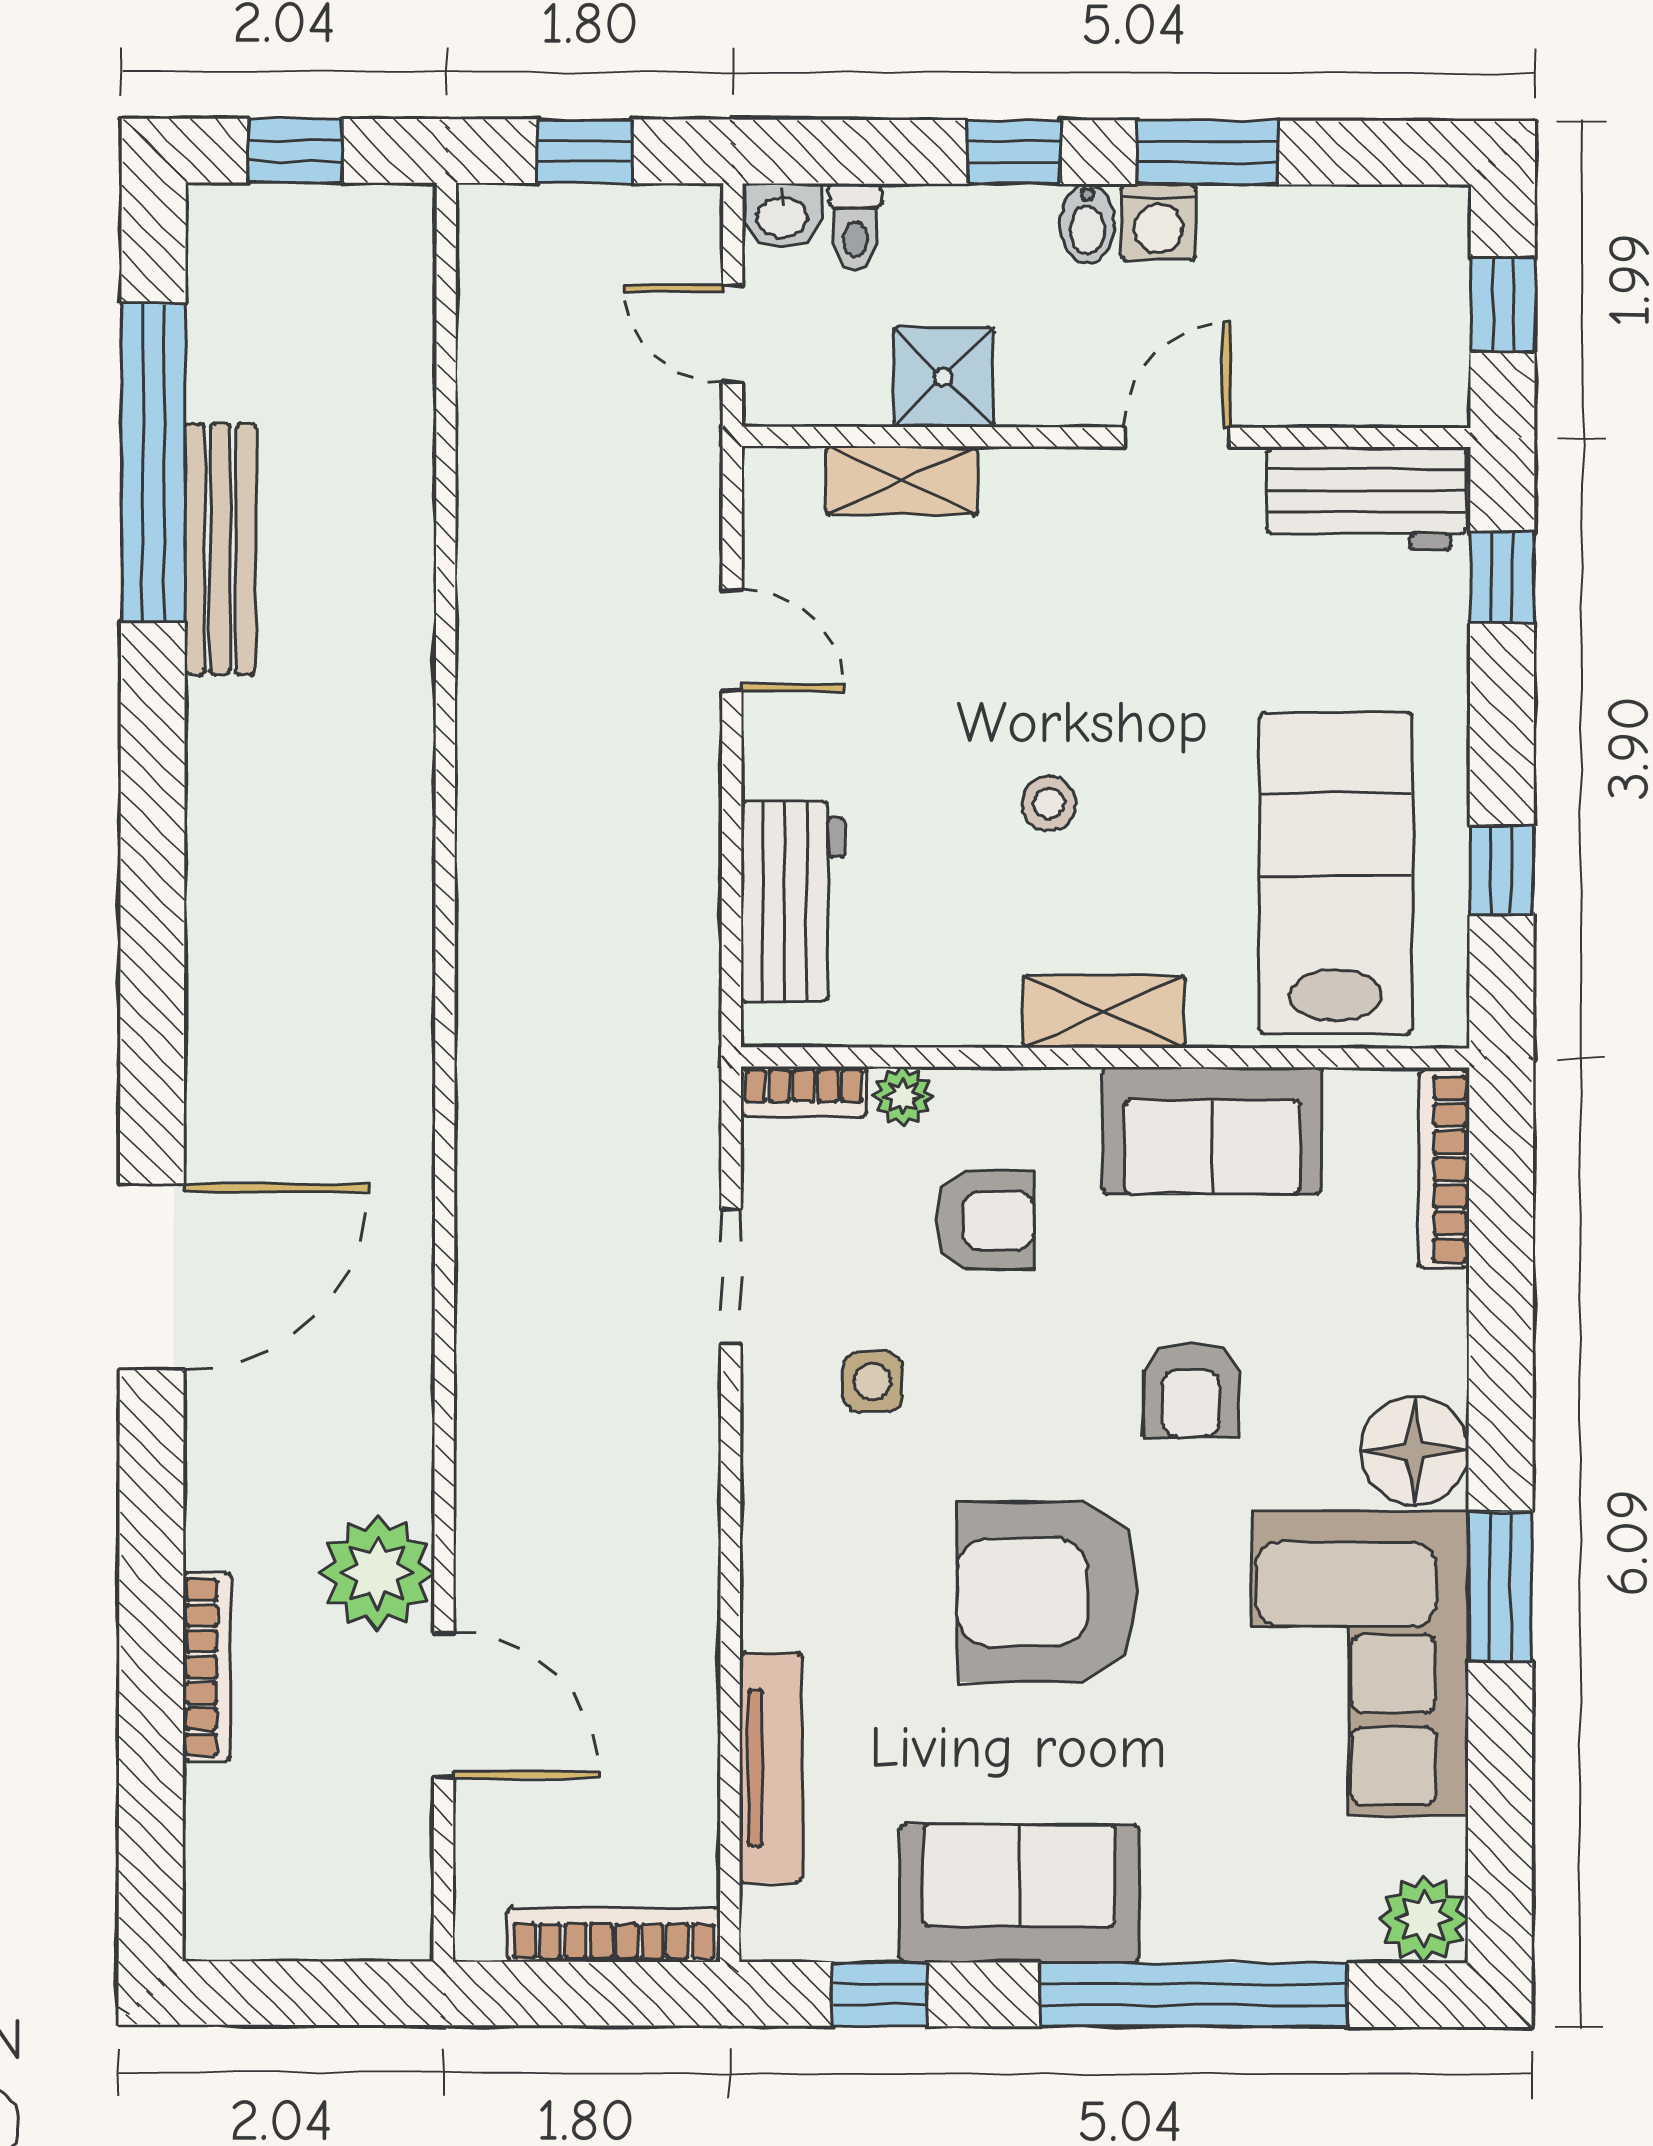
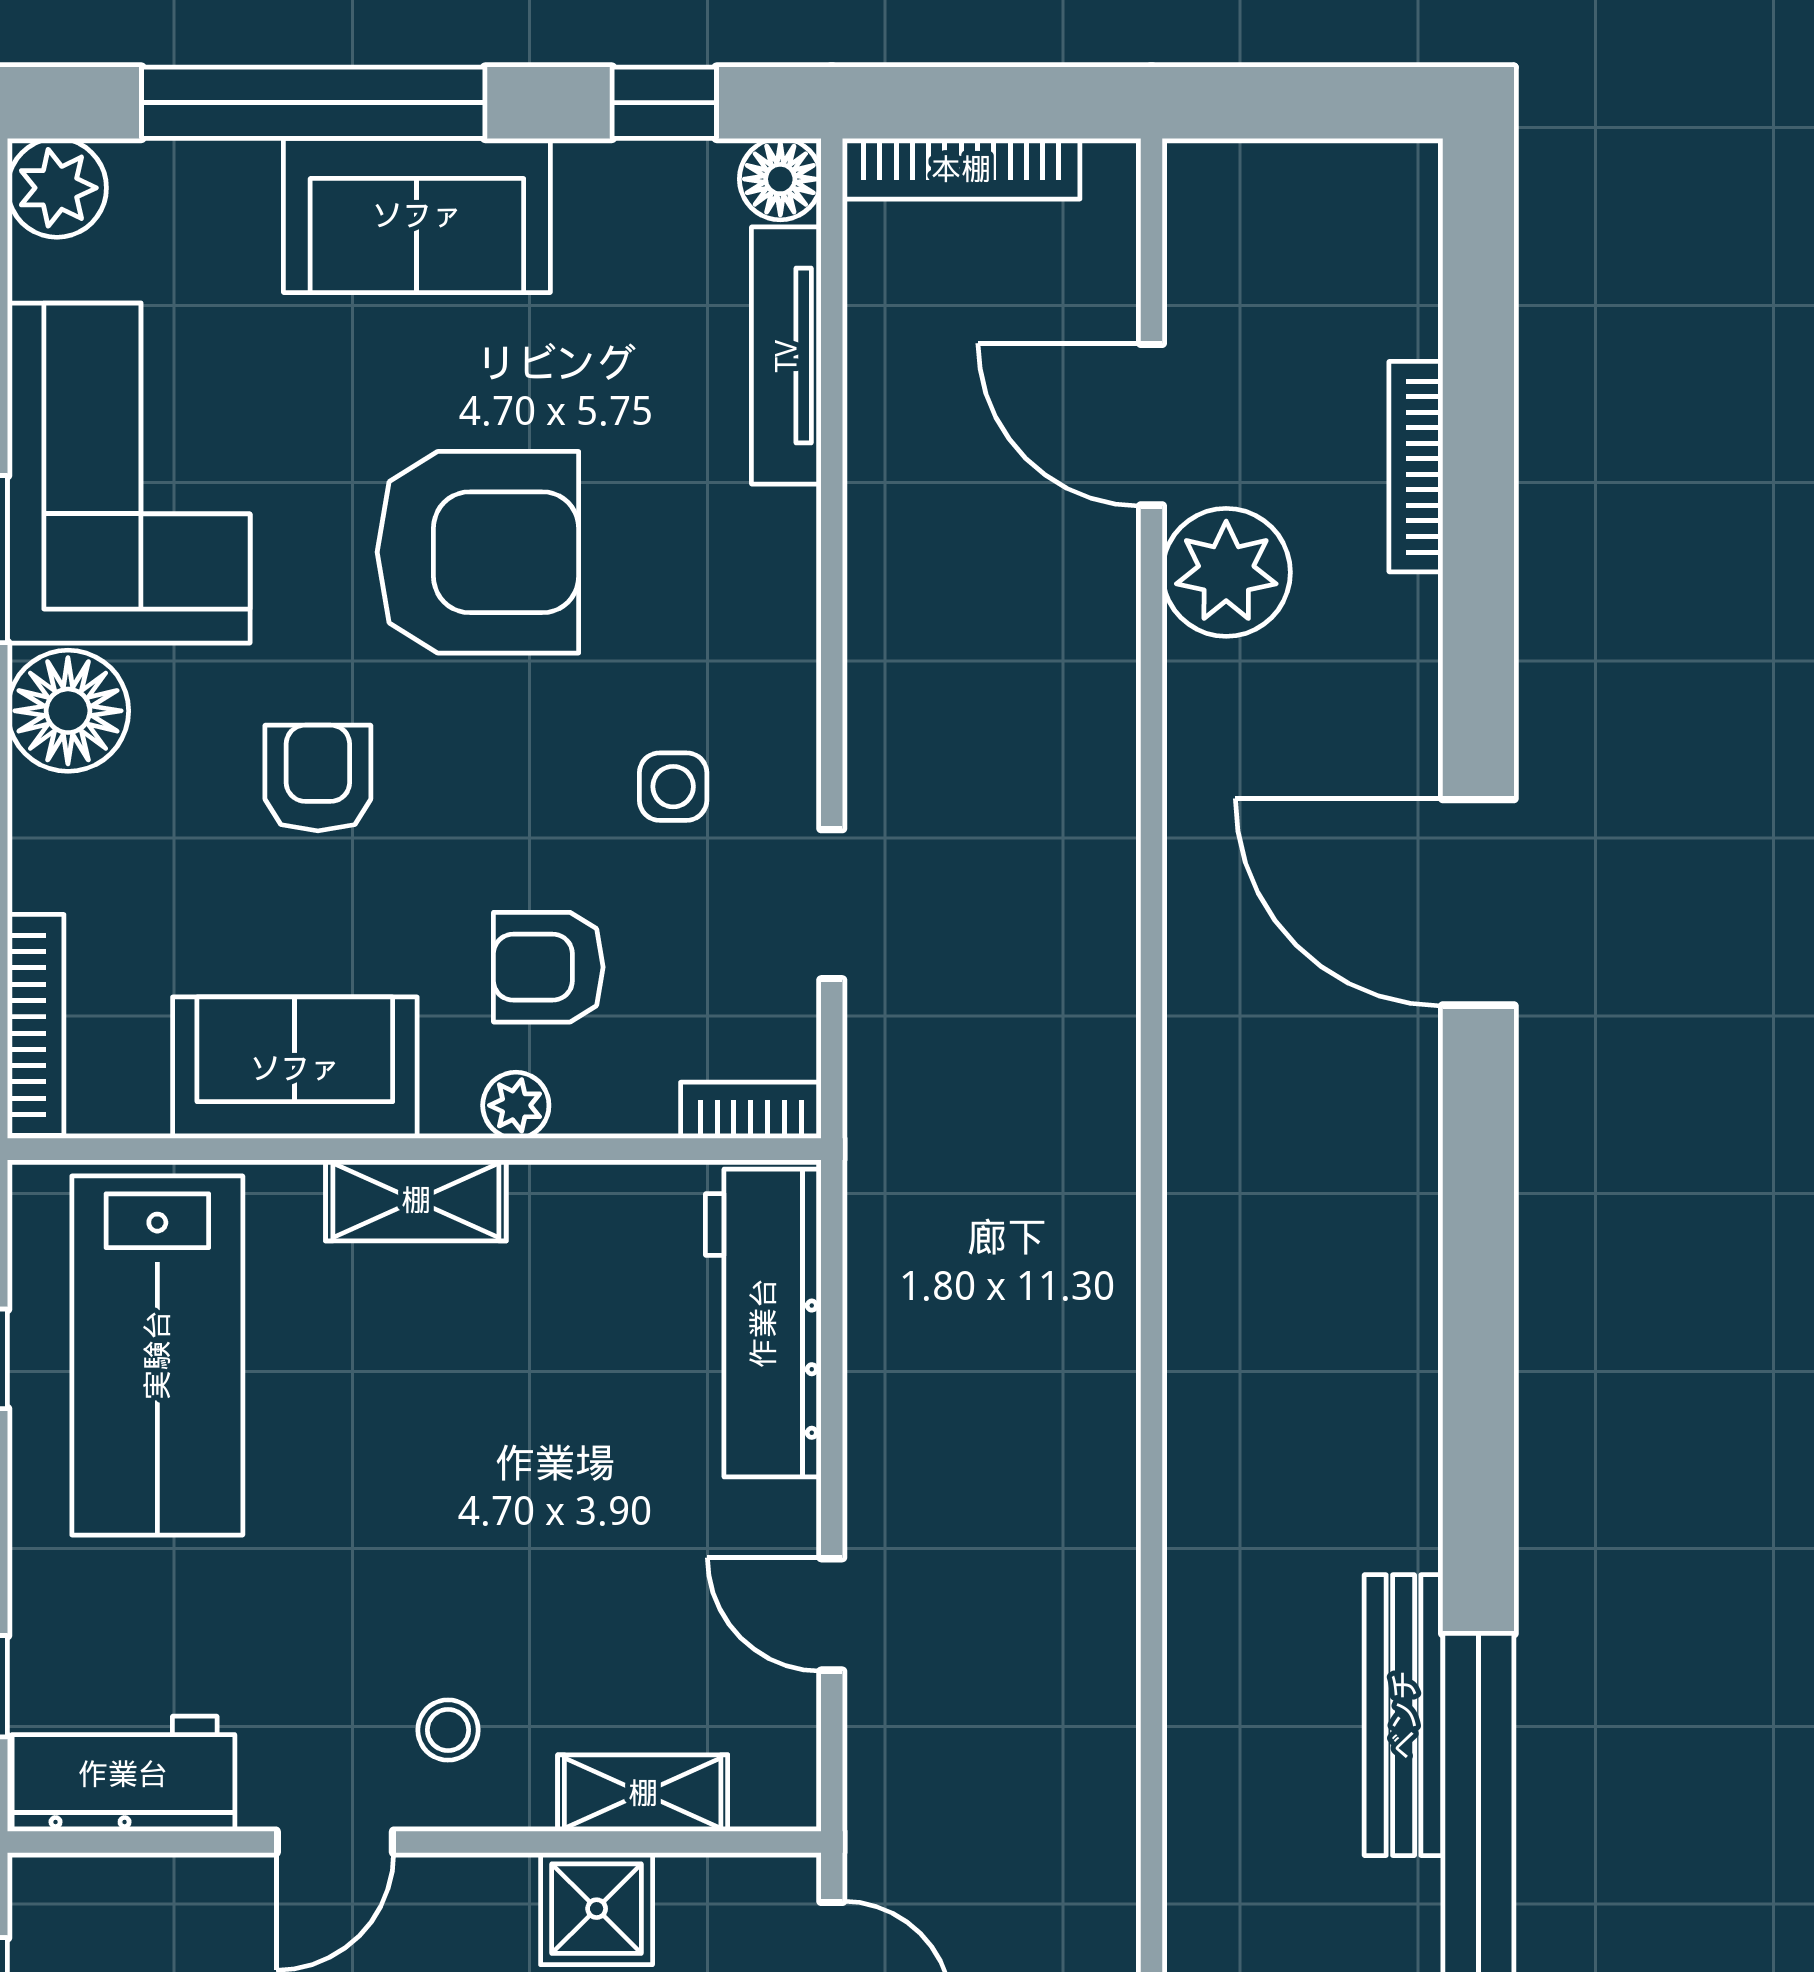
stool: (1049, 804) -> (448, 1730), moved
workbench: (793, 901) -> (763, 1323), width x1.38
plant: (903, 1096) -> (516, 1105), moved
door: (152, 1277) -> (1478, 902), hinge flipped
sofa: (1019, 1893) -> (417, 215), moved
floor lamp: (776, 1926) -> (780, 179), added

